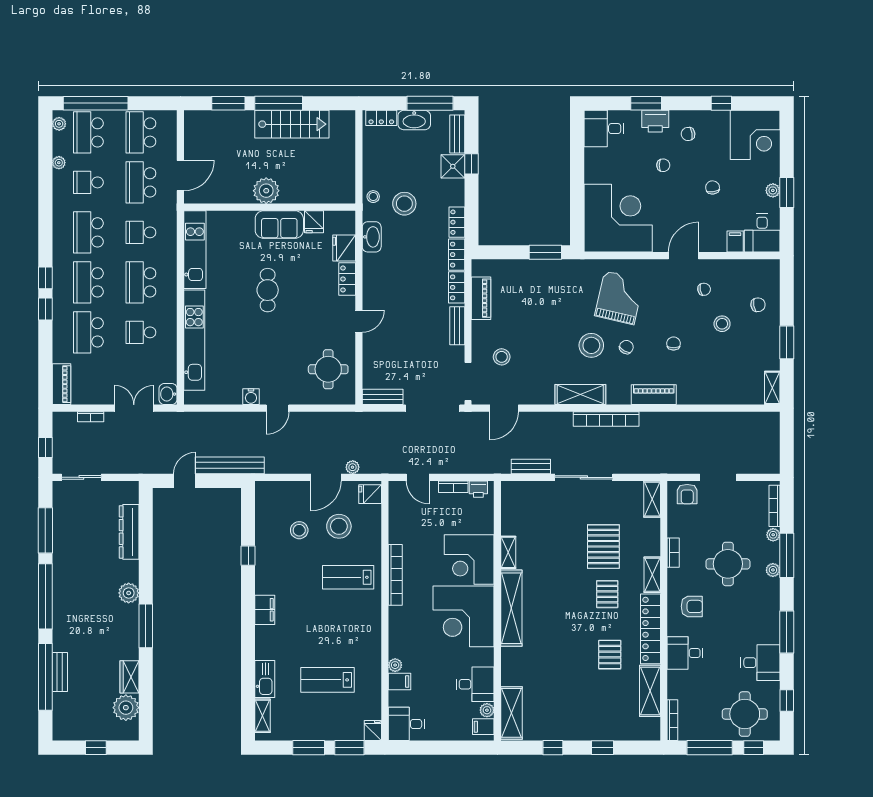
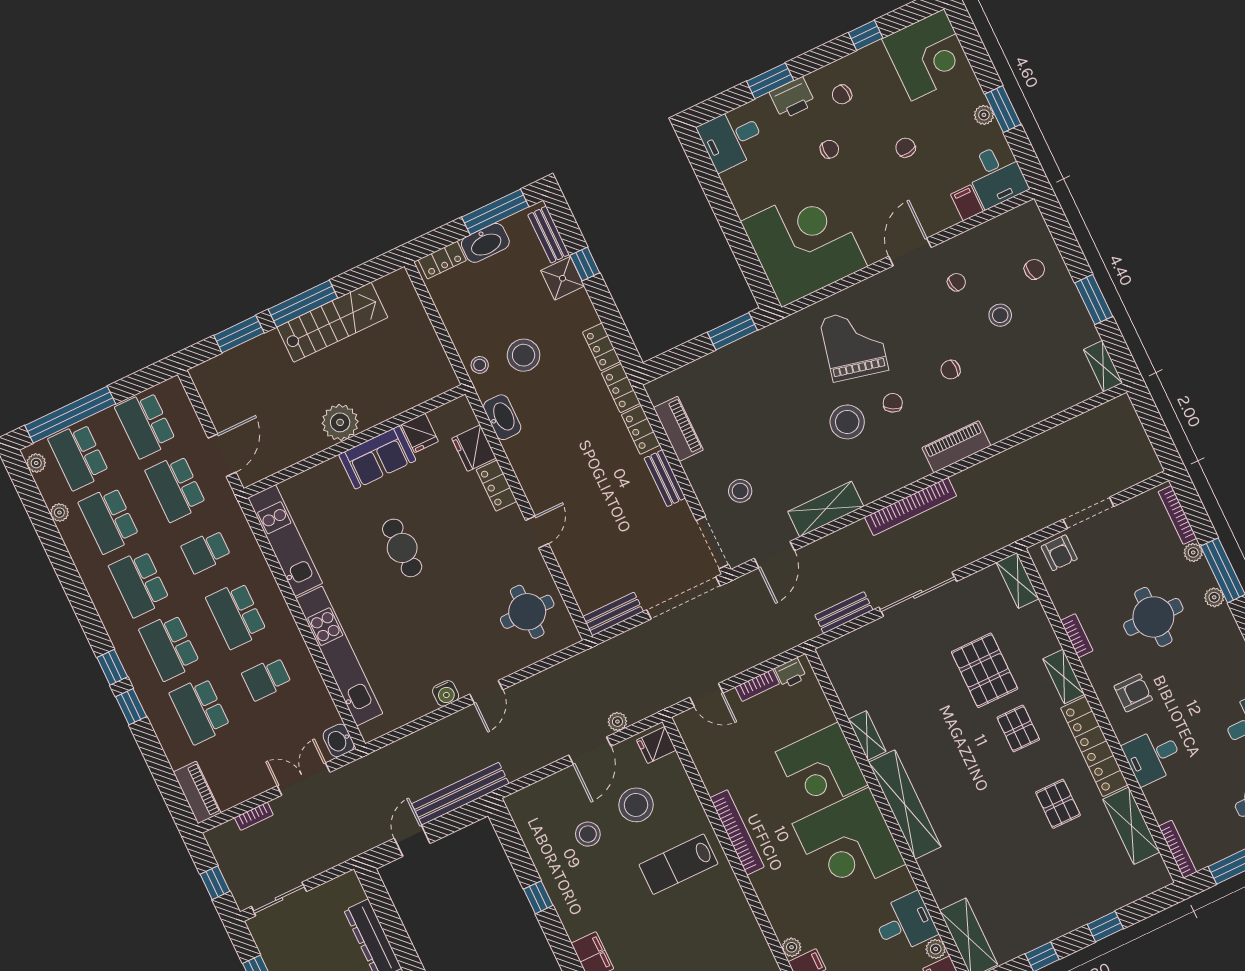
school desk: (88, 182) -> (109, 520), width x1.85
chair: (674, 343) -> (951, 370), turned -90
shelving: (580, 395) -> (826, 509), moved

